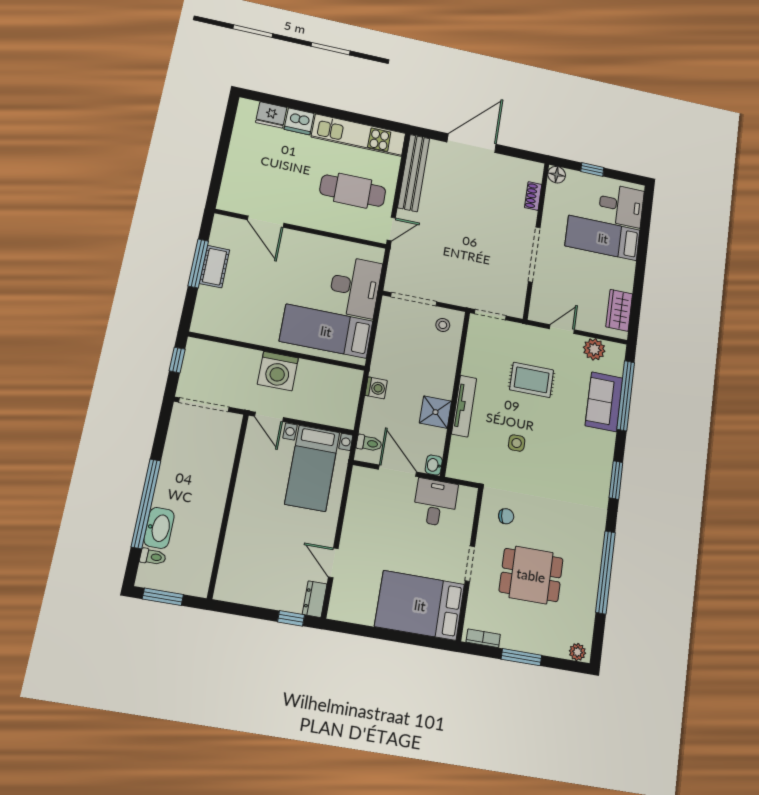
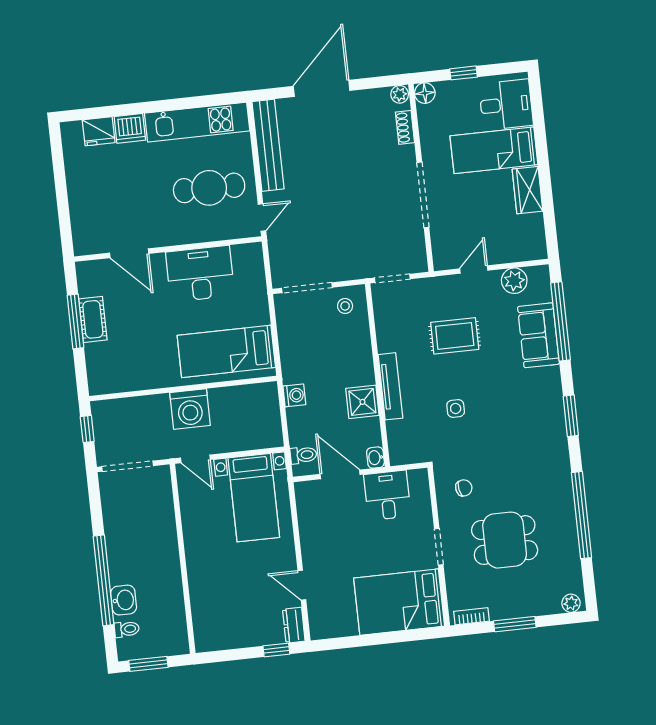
plant: (535, 169) -> (400, 94), added
desk: (355, 287) -> (200, 274), moved, turned -90
wardrobe: (619, 310) -> (528, 190), moved
washbasin: (159, 528) -> (124, 600), width x0.72

